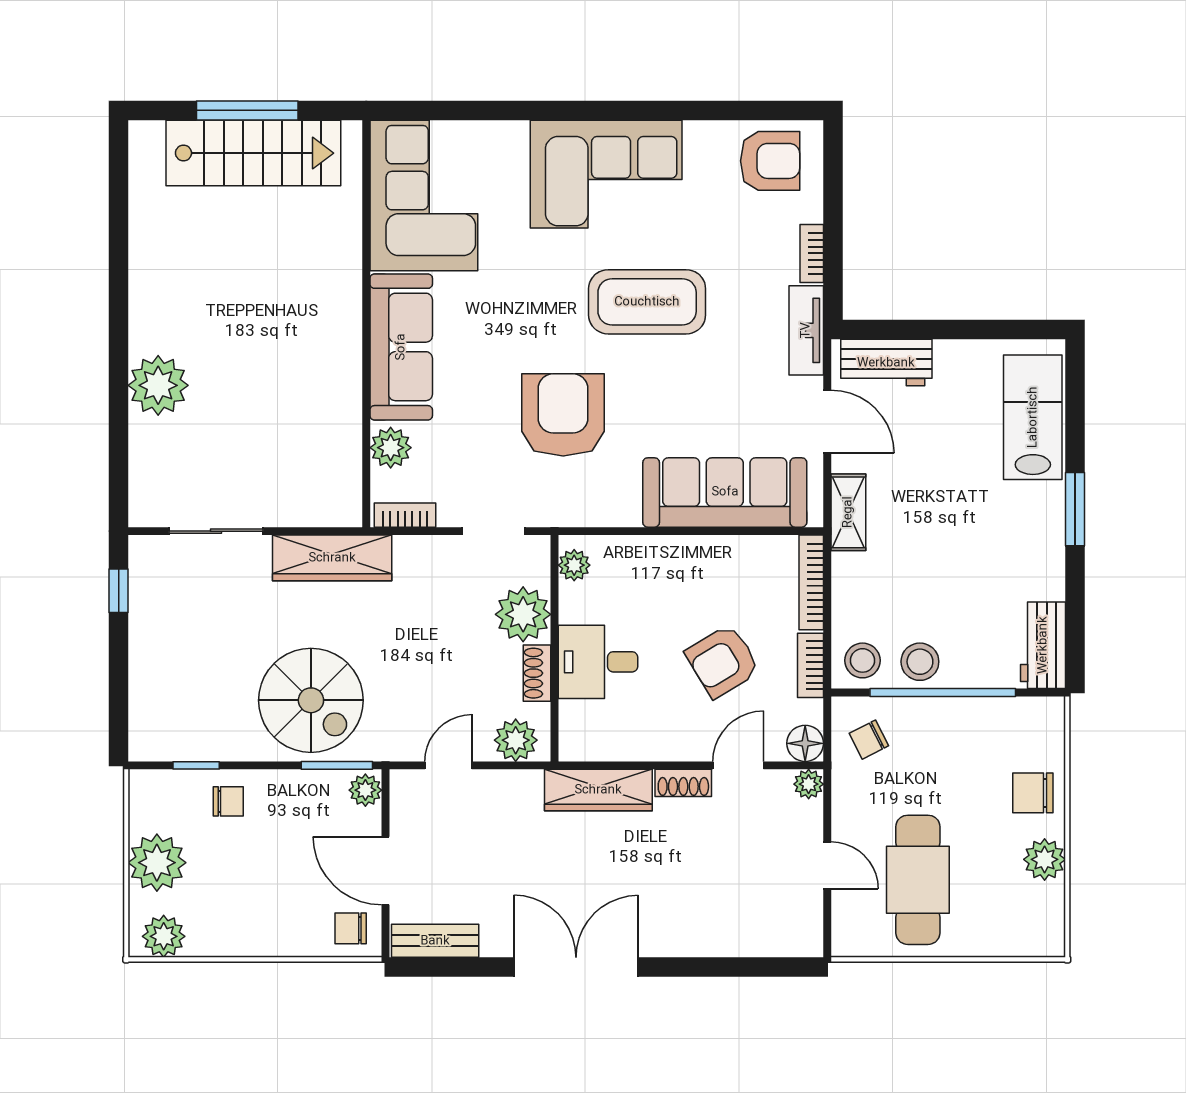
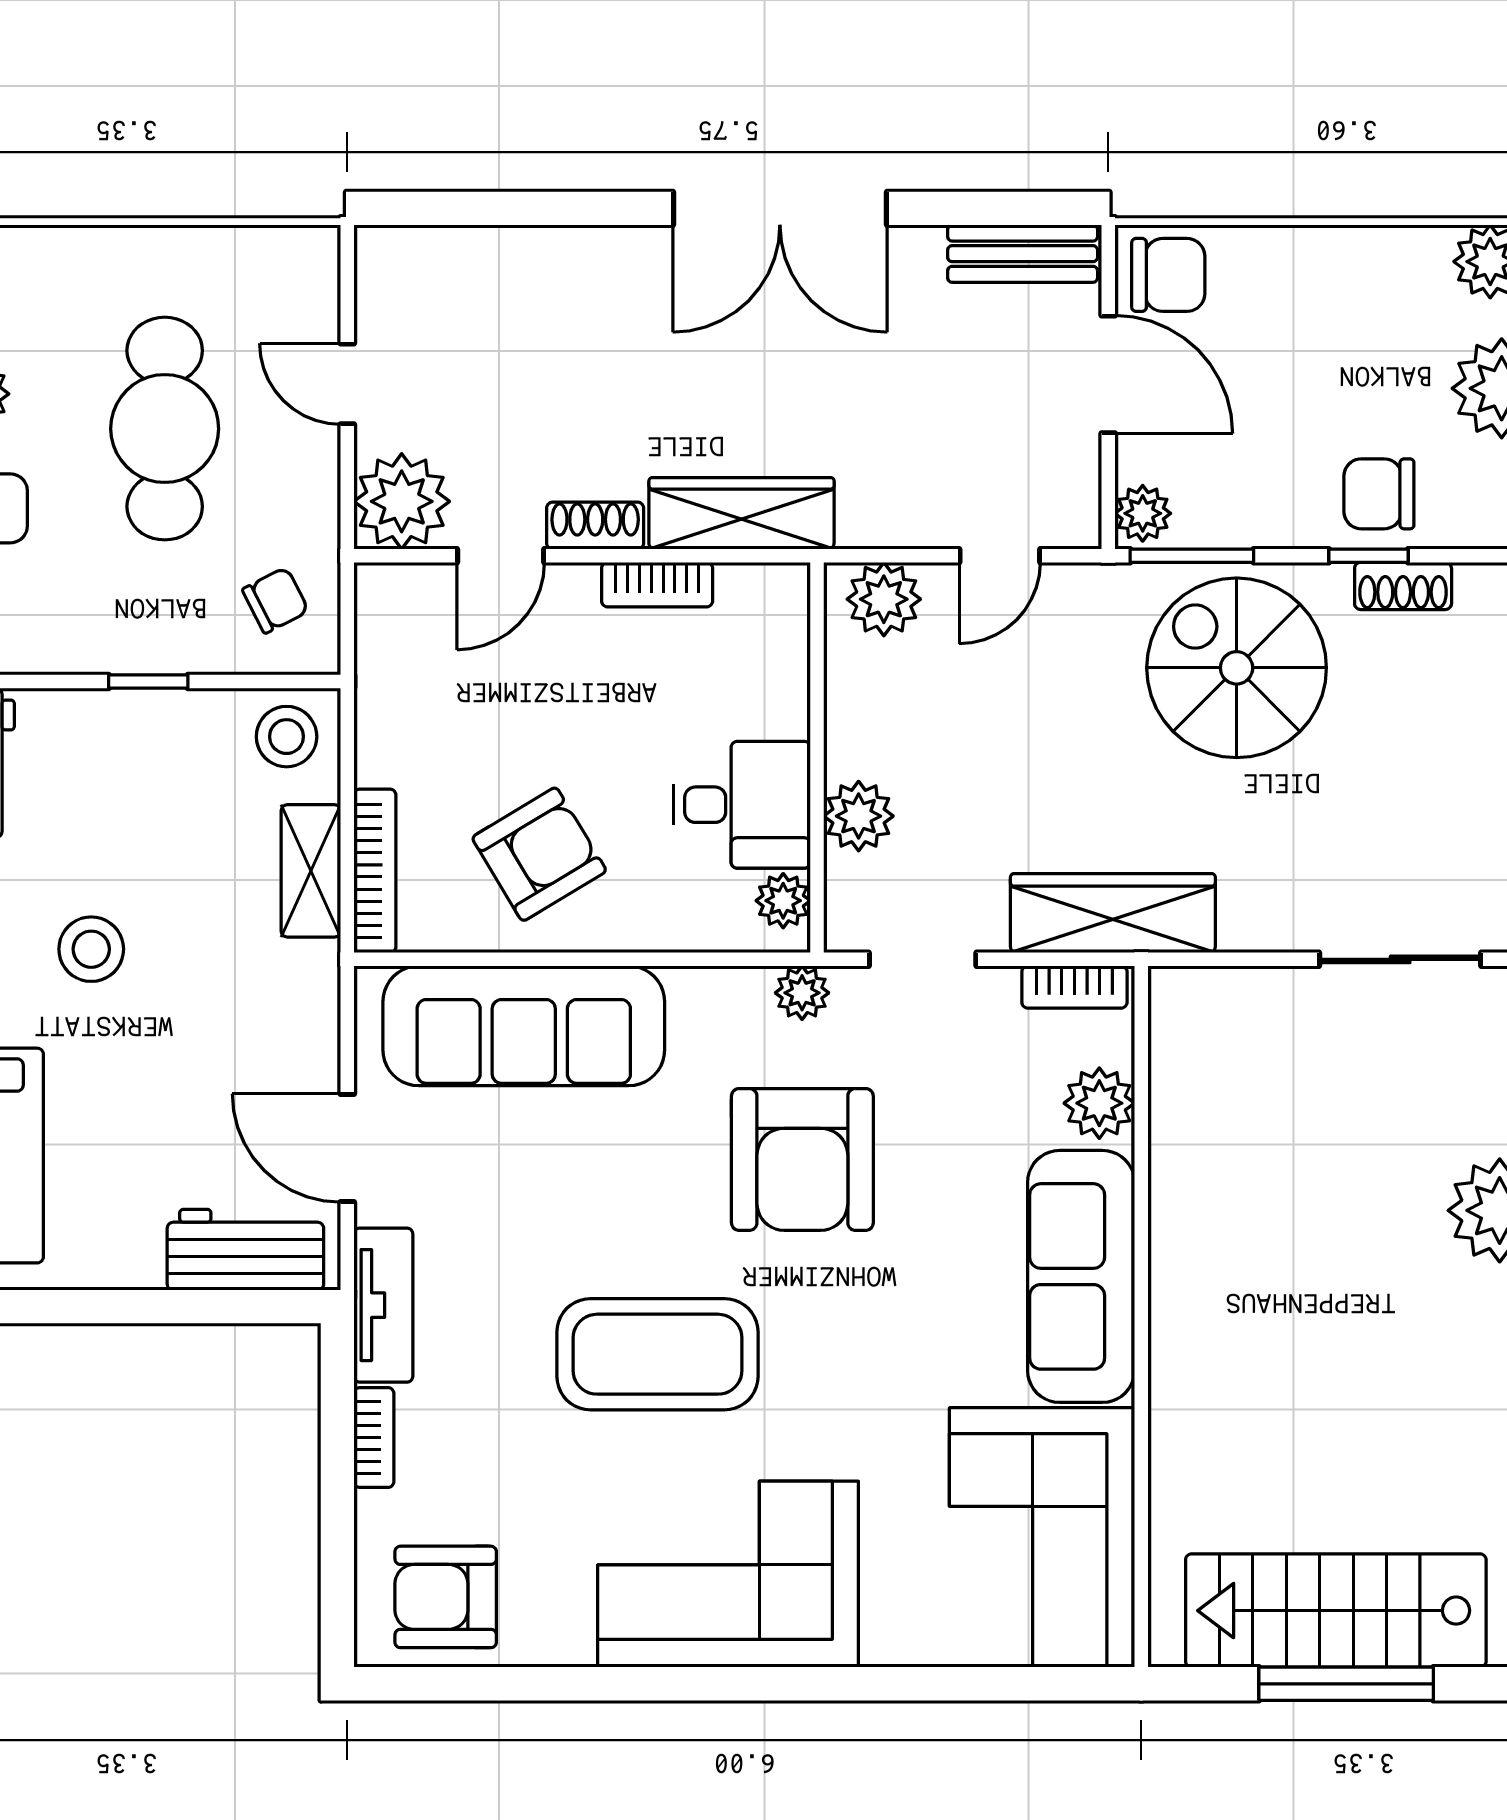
plant: (563, 512) -> (802, 993), added
shelving: (848, 512) -> (311, 871), moved
wardrobe: (332, 558) -> (1113, 913), moved
plant: (523, 614) -> (859, 816), width x0.73, depth x0.73
armchair: (723, 661) -> (539, 854), moved
desk: (598, 662) -> (742, 805), moved
stool: (920, 662) -> (91, 949), moved
bookcase: (810, 665) -> (657, 585), moved, turned 90
shoe rack: (537, 673) -> (1403, 586), moved, turned 90
window: (943, 692) -> (148, 681), width x0.32
floor lamp: (805, 743) -> (385, 594), removed
window: (196, 765) -> (1368, 556), moved
plant: (809, 784) -> (402, 501), width x1.87, depth x1.87
chair: (228, 801) -> (1379, 494), width x1.37, depth x1.37
cafe table: (918, 880) -> (165, 429), moved
chair: (351, 928) -> (1168, 275), width x1.37, depth x1.37

